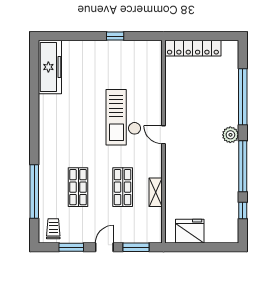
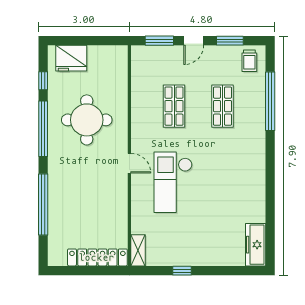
freezer: (50, 67) -> (256, 245), width x0.73, depth x0.79
checkout: (123, 117) -> (173, 182), turned 180
plant: (230, 135) -> (57, 163), removed
round table: (203, 174) -> (87, 120), added
shelving: (156, 192) -> (138, 250), moved
fridge: (190, 231) -> (71, 58), moved

